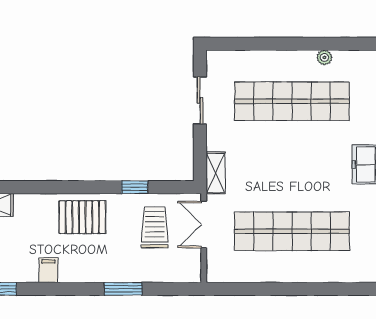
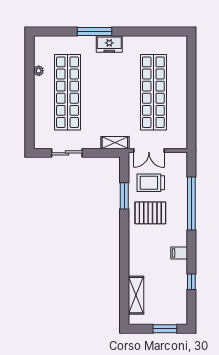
window: (135, 187) -> (124, 196), width x1.50
pallet: (82, 217) -> (150, 213), moved, turned 90
window: (123, 289) -> (191, 204), width x2.11

